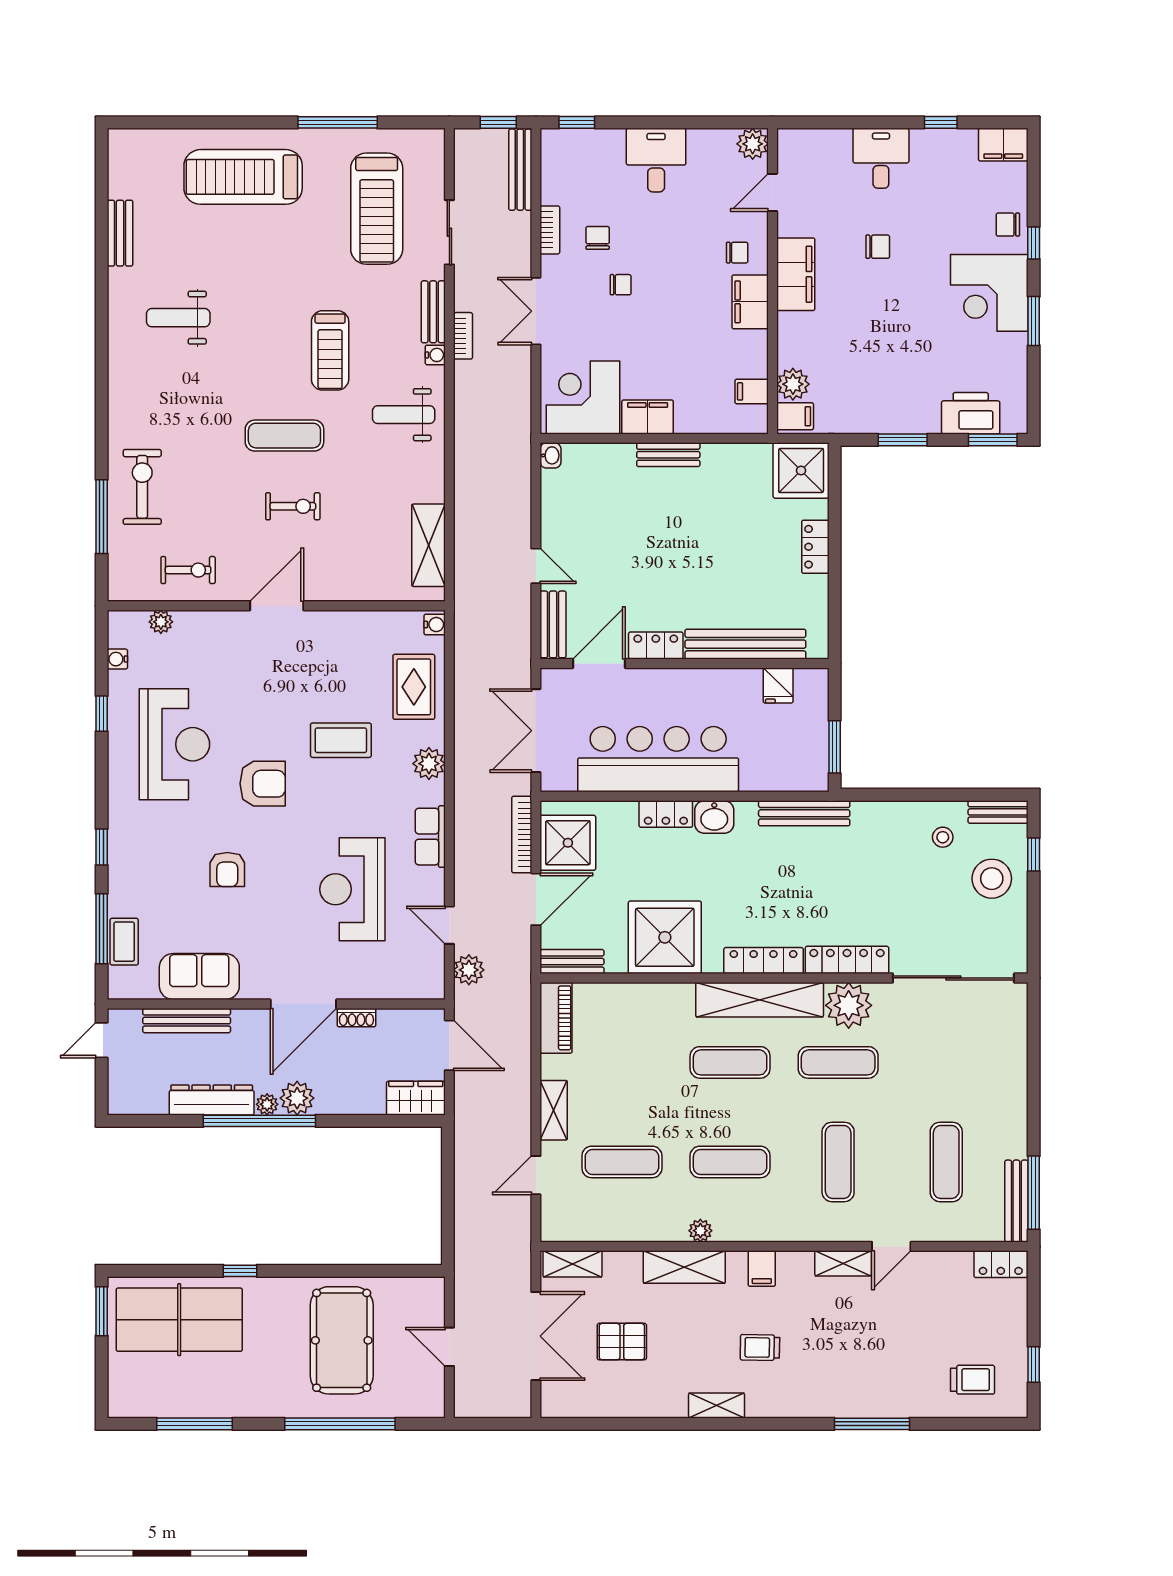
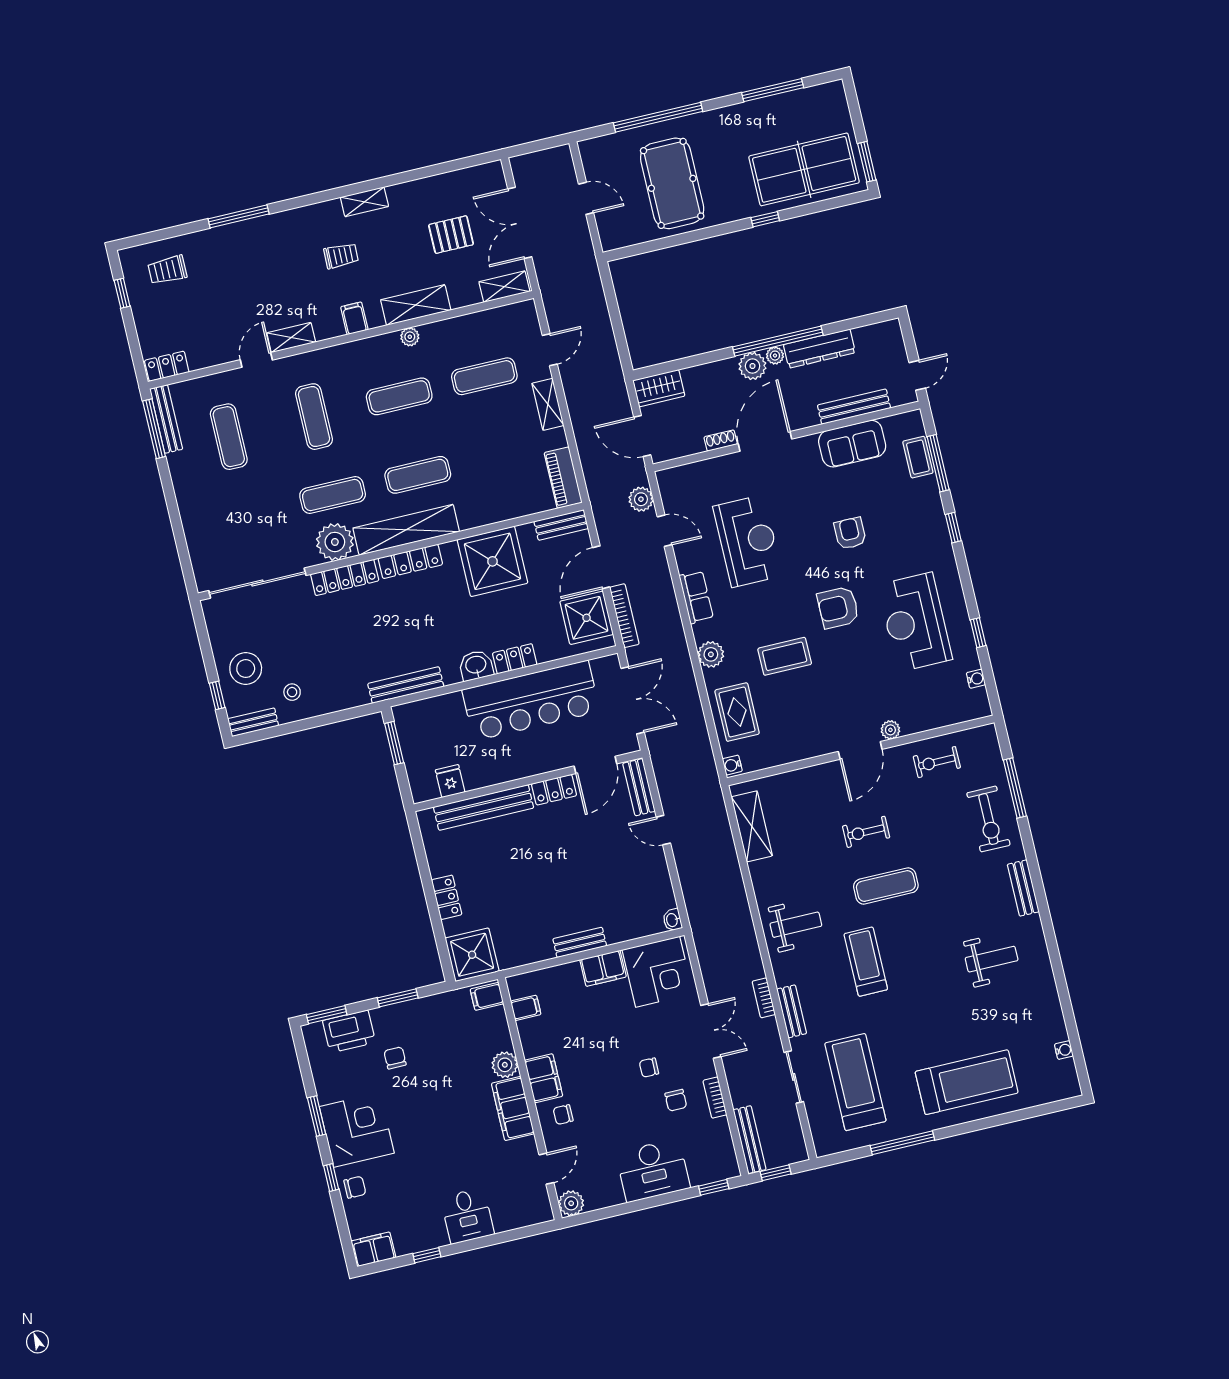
desk: (656, 160) -> (653, 1170), width x1.37
bench: (120, 233) -> (1023, 888), moved
chair: (878, 247) -> (395, 1058), moved, turned 90
water cooler: (435, 355) -> (1064, 1050), moved, turned 180
plant: (793, 384) -> (505, 1065), moved
plant: (161, 622) -> (890, 730), moved

